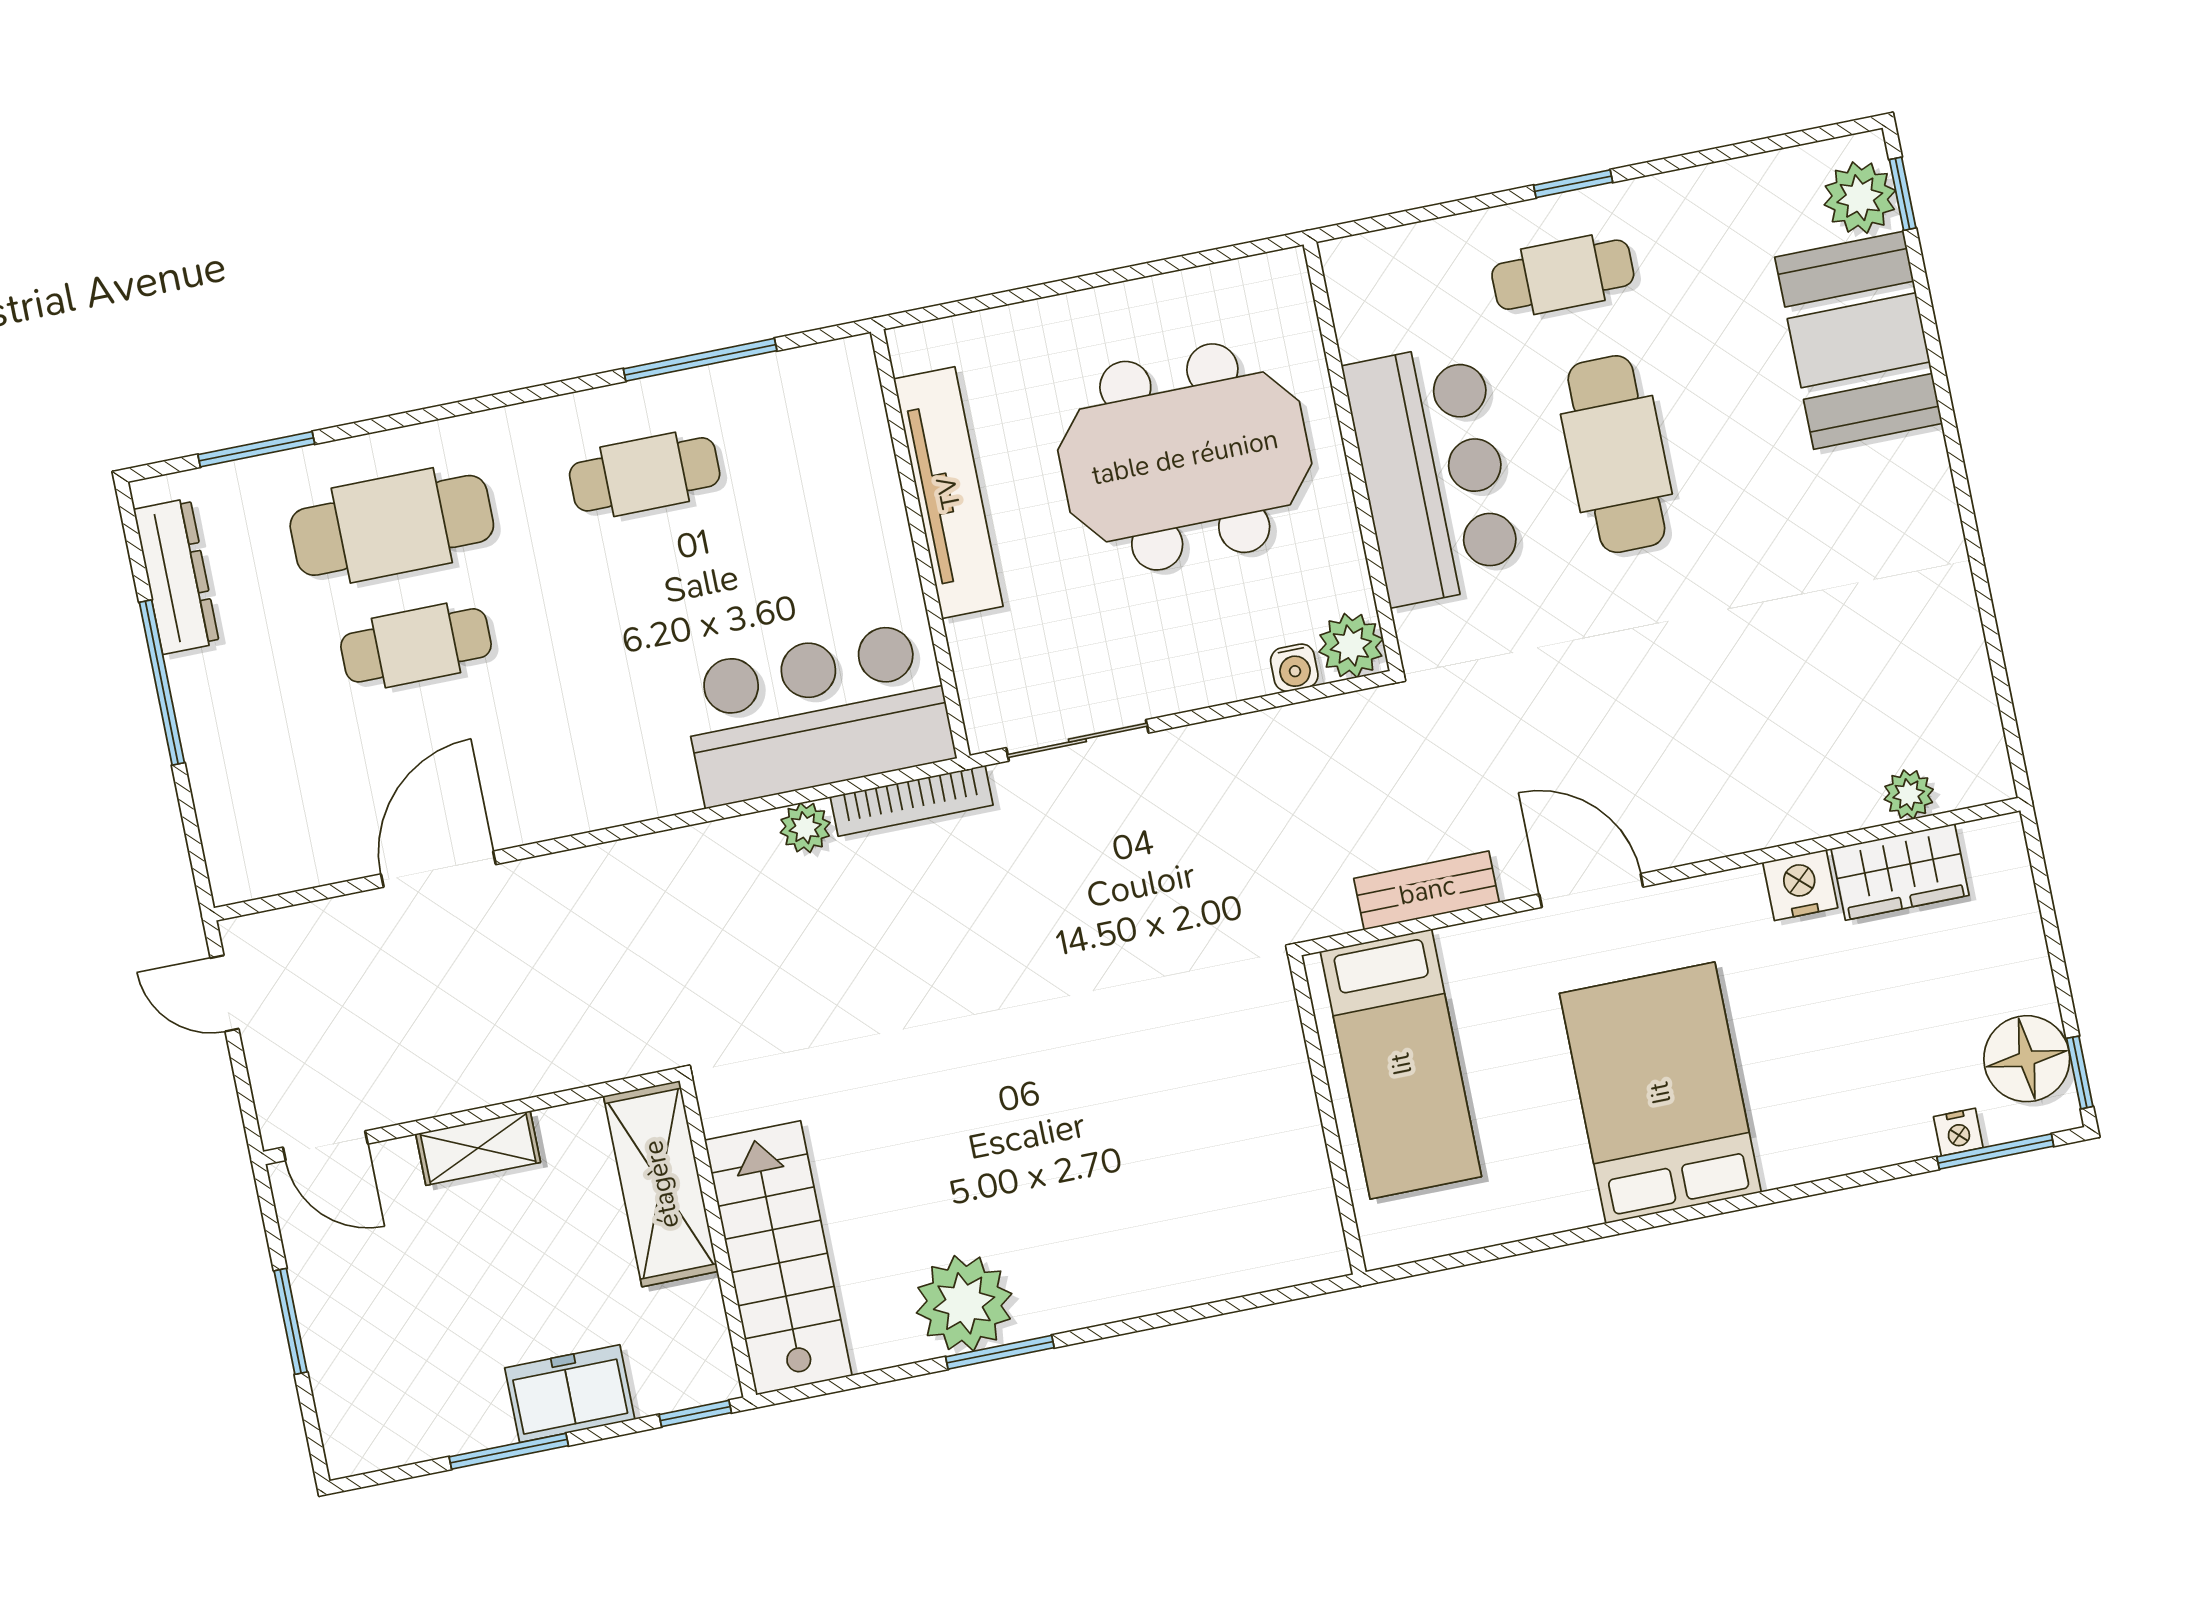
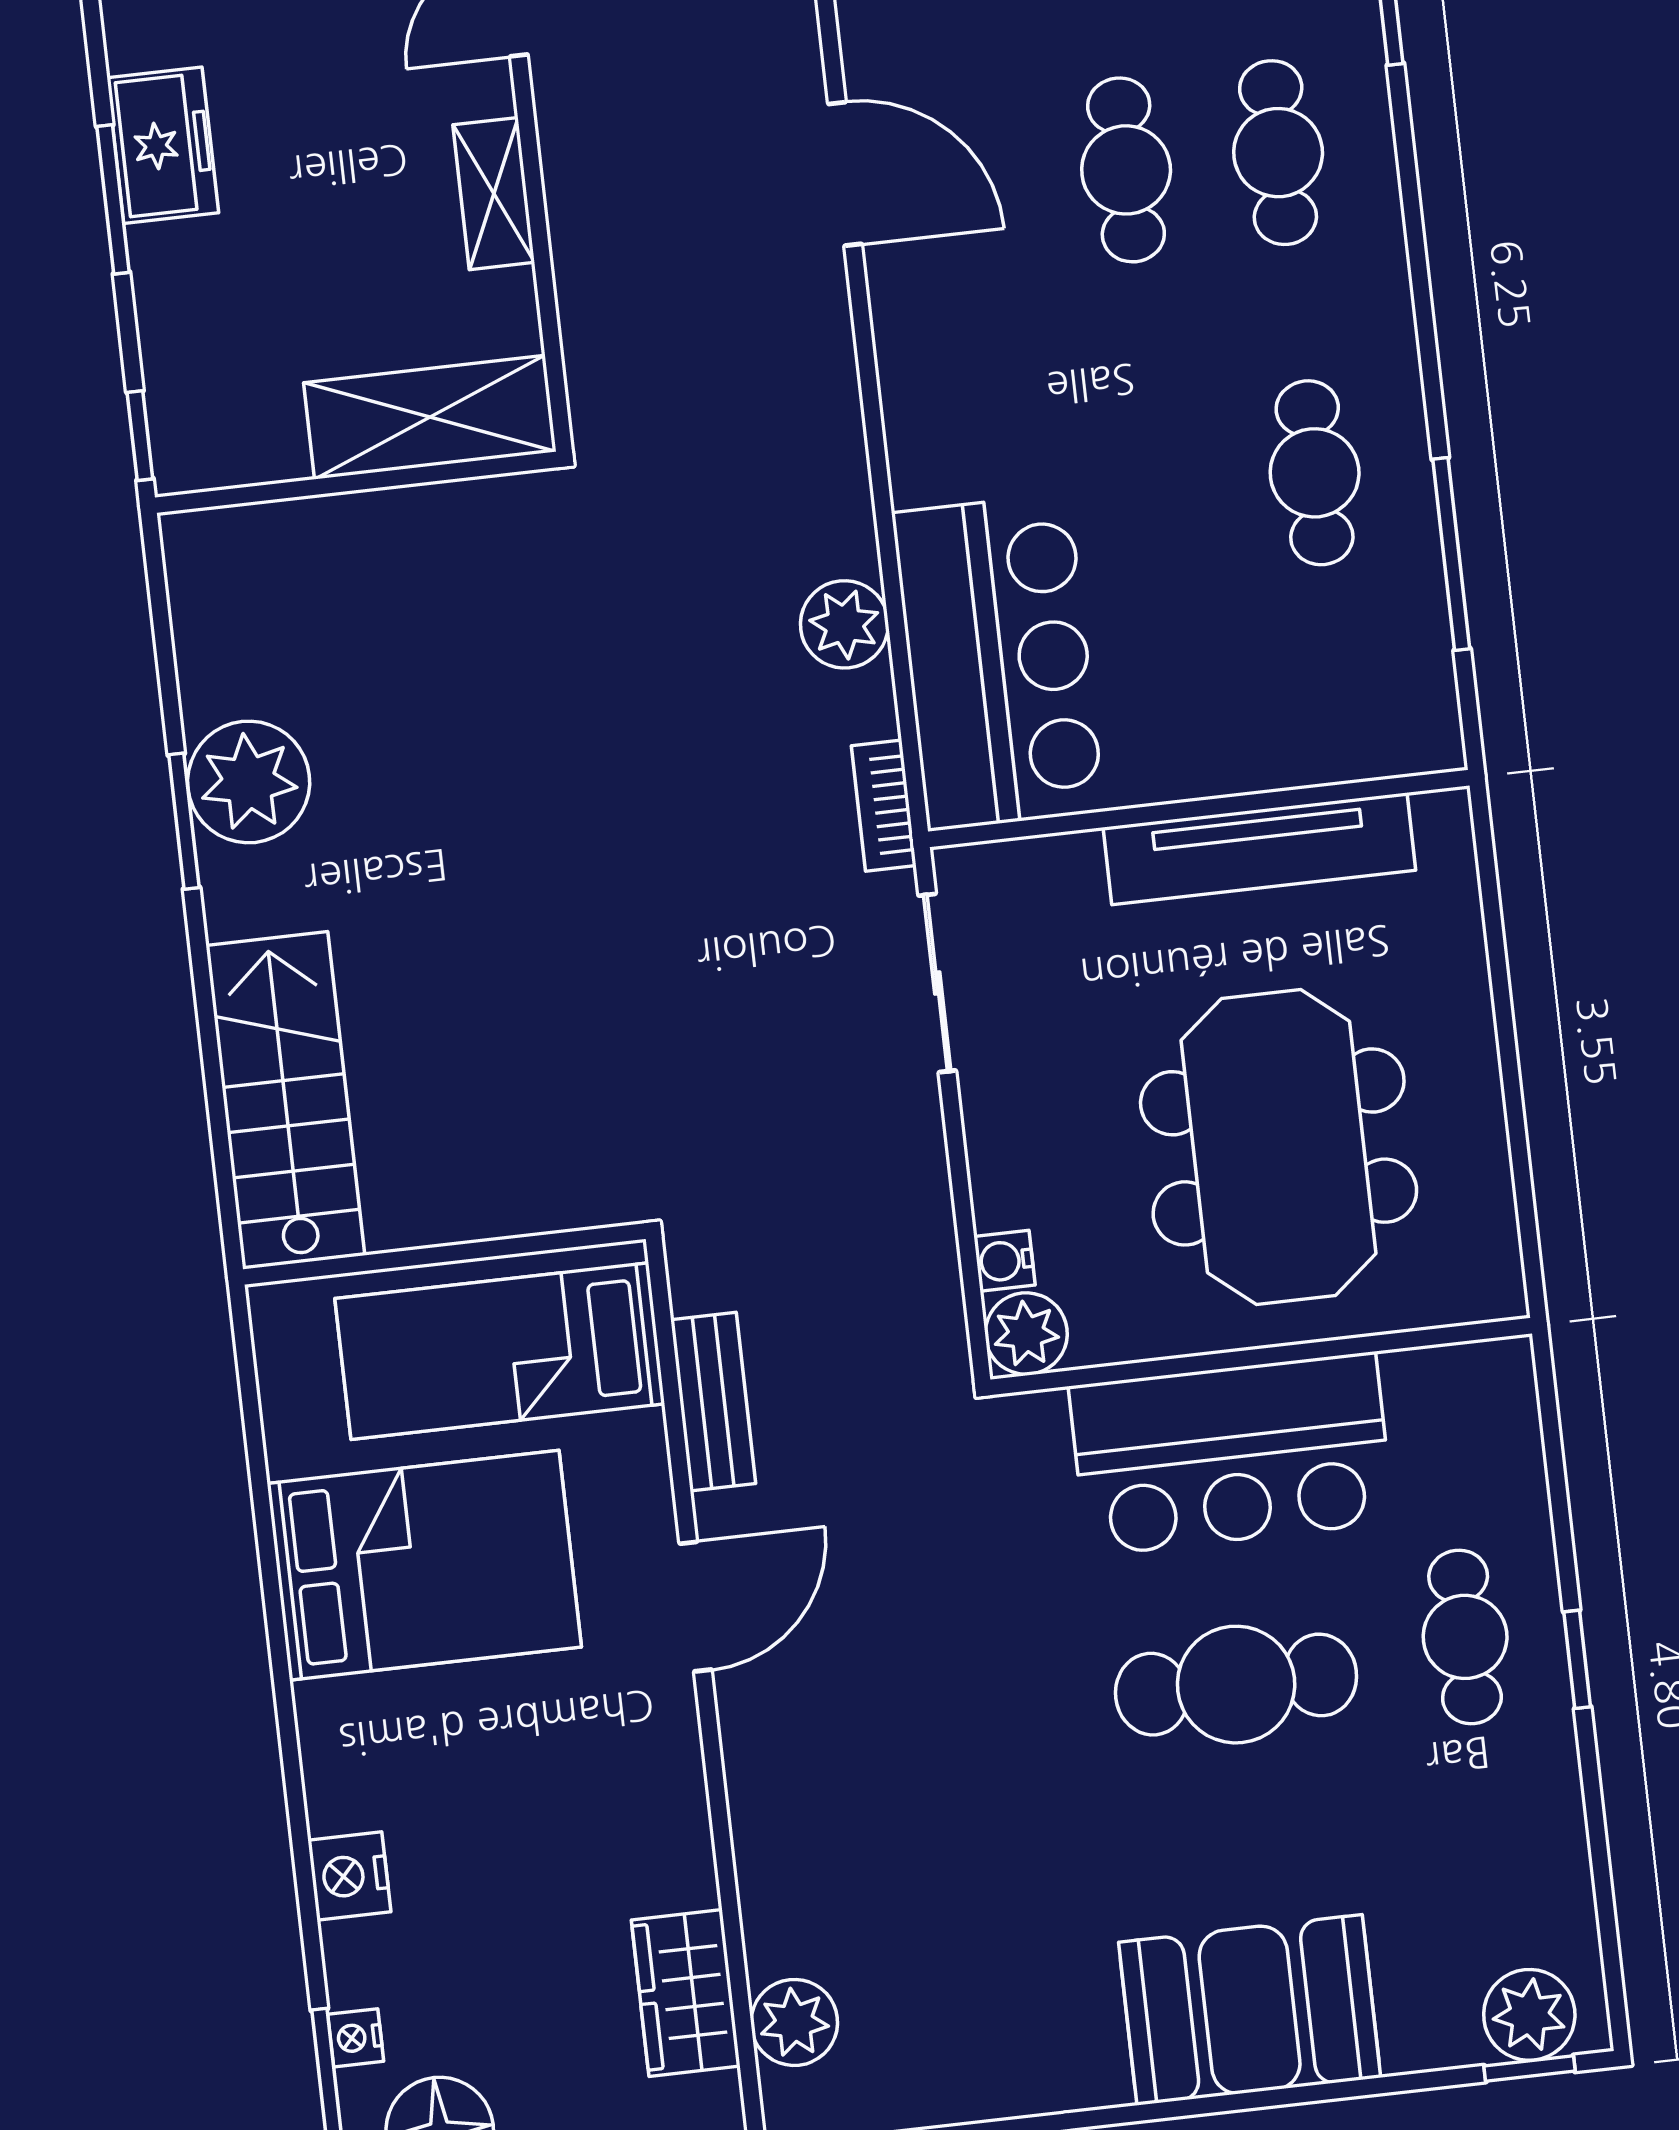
booth: (1859, 340) -> (1250, 2010), moved
cafe table: (392, 525) -> (1278, 153), width x0.73, depth x0.74
plant: (1909, 794) -> (794, 2022), width x1.38, depth x1.38
bookcase: (912, 801) -> (884, 806), width x0.64
plant: (805, 828) -> (844, 624), width x1.38, depth x1.38
nightstand: (1800, 885) -> (349, 1876), moved, turned 180
bed: (1660, 1093) -> (424, 1565), moved
stairs: (778, 1258) -> (285, 1100), moved, turned -90
freezer: (570, 1394) -> (163, 145), moved

